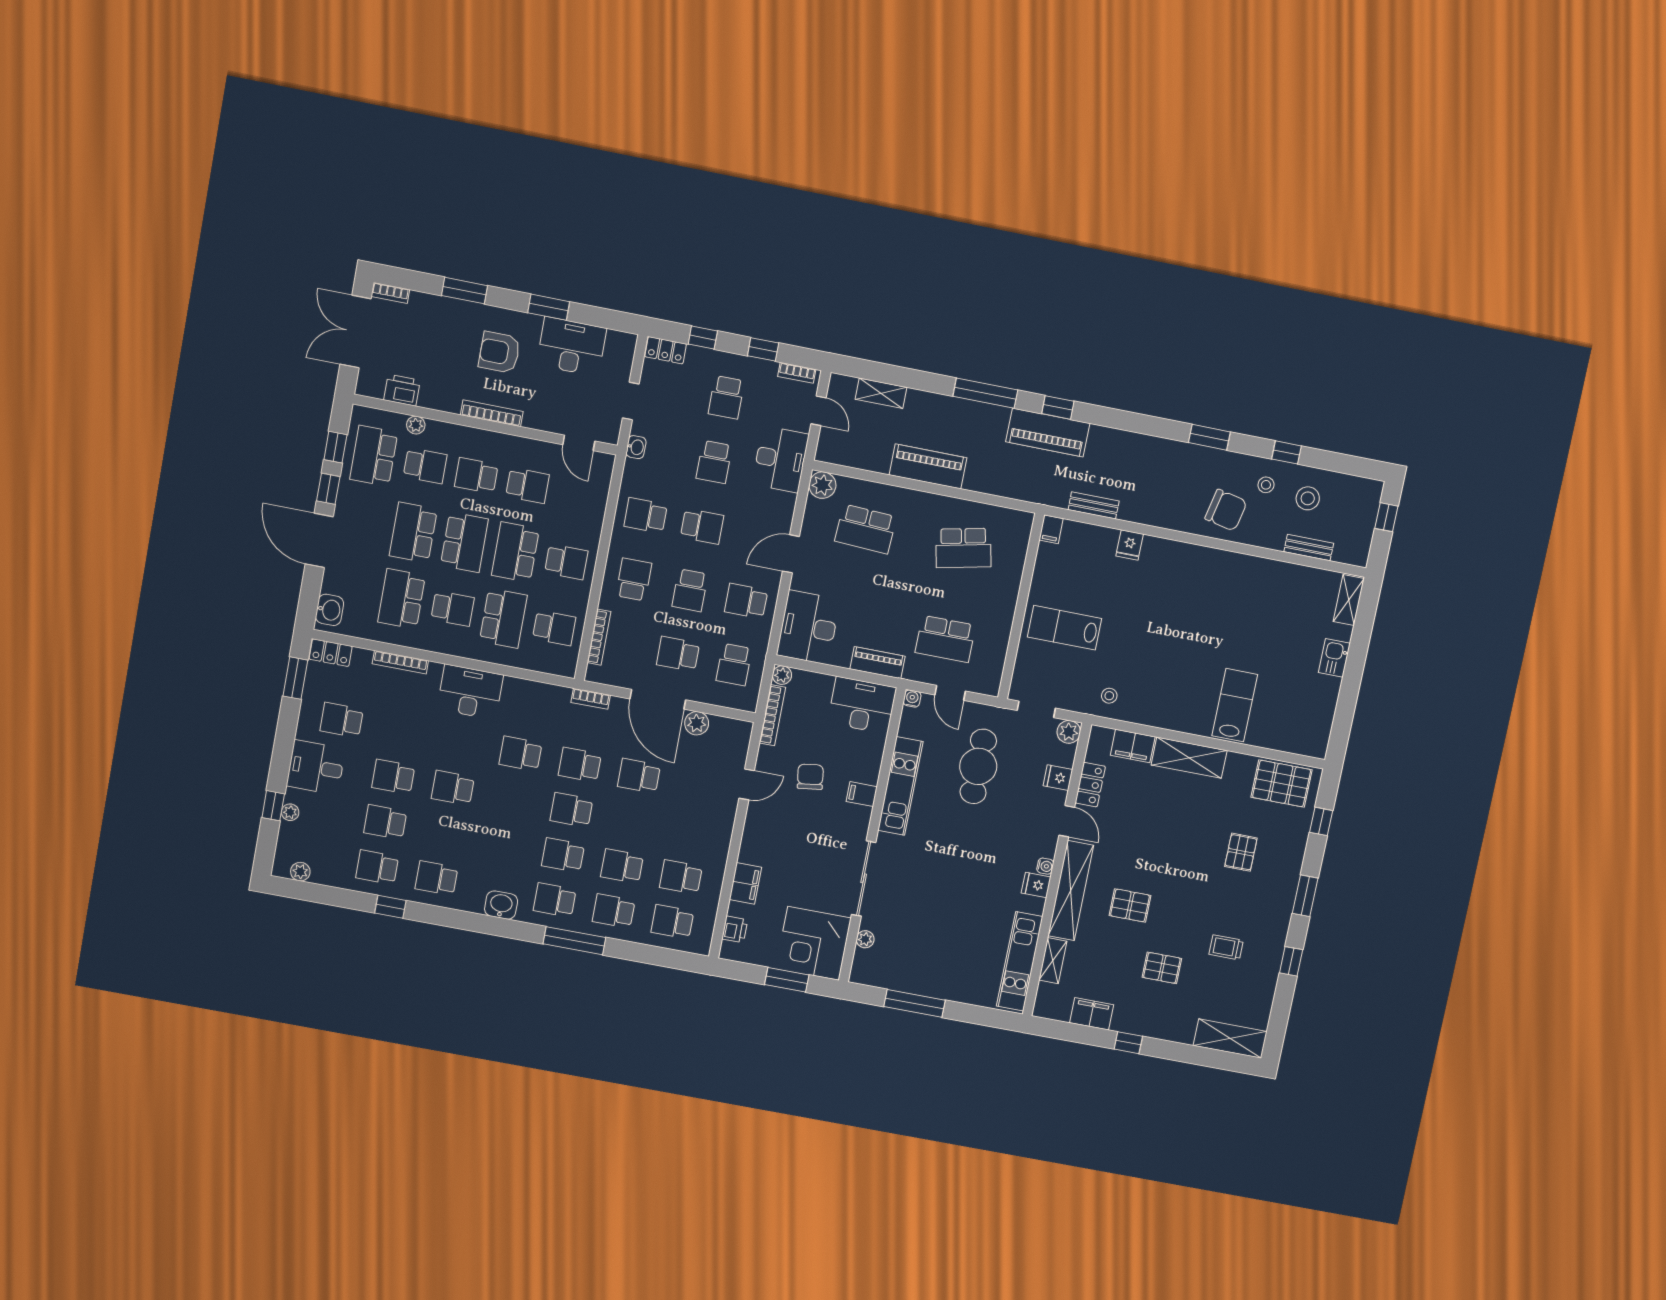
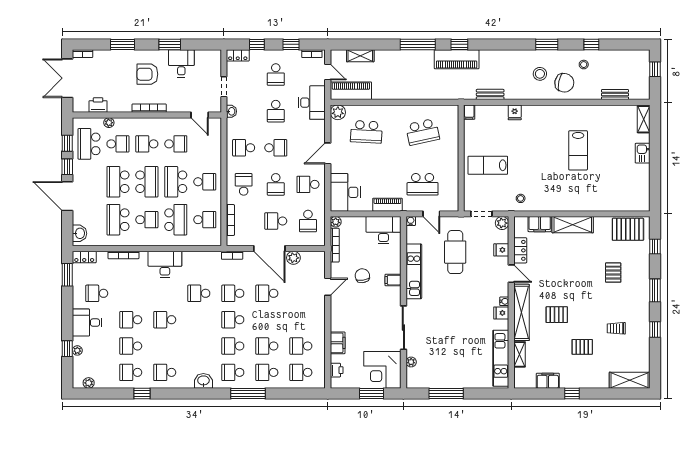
desk: (572, 347) -> (181, 63), width x0.73
piano: (928, 466) -> (351, 91), moved
stool: (1308, 498) -> (540, 74), moved
lab bench: (1235, 705) -> (578, 150), moved, turned 180

